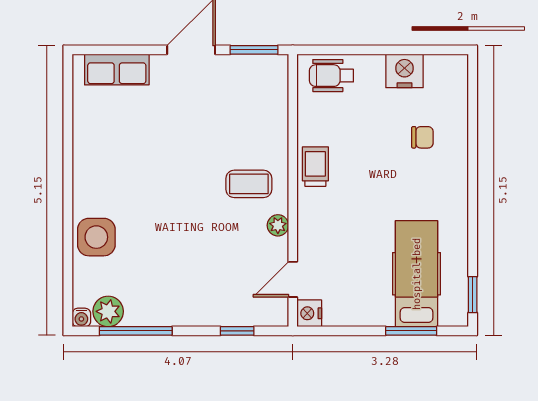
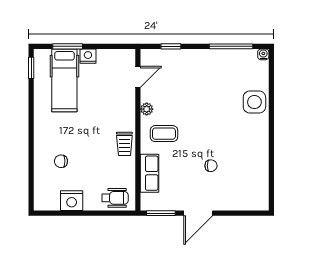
row of seats: (117, 70) -> (150, 173), moved, turned 90
chair: (170, 130) -> (211, 166), added
plant: (108, 311) -> (247, 58), removed
nightstand: (309, 313) -> (88, 56), moved, turned -90

